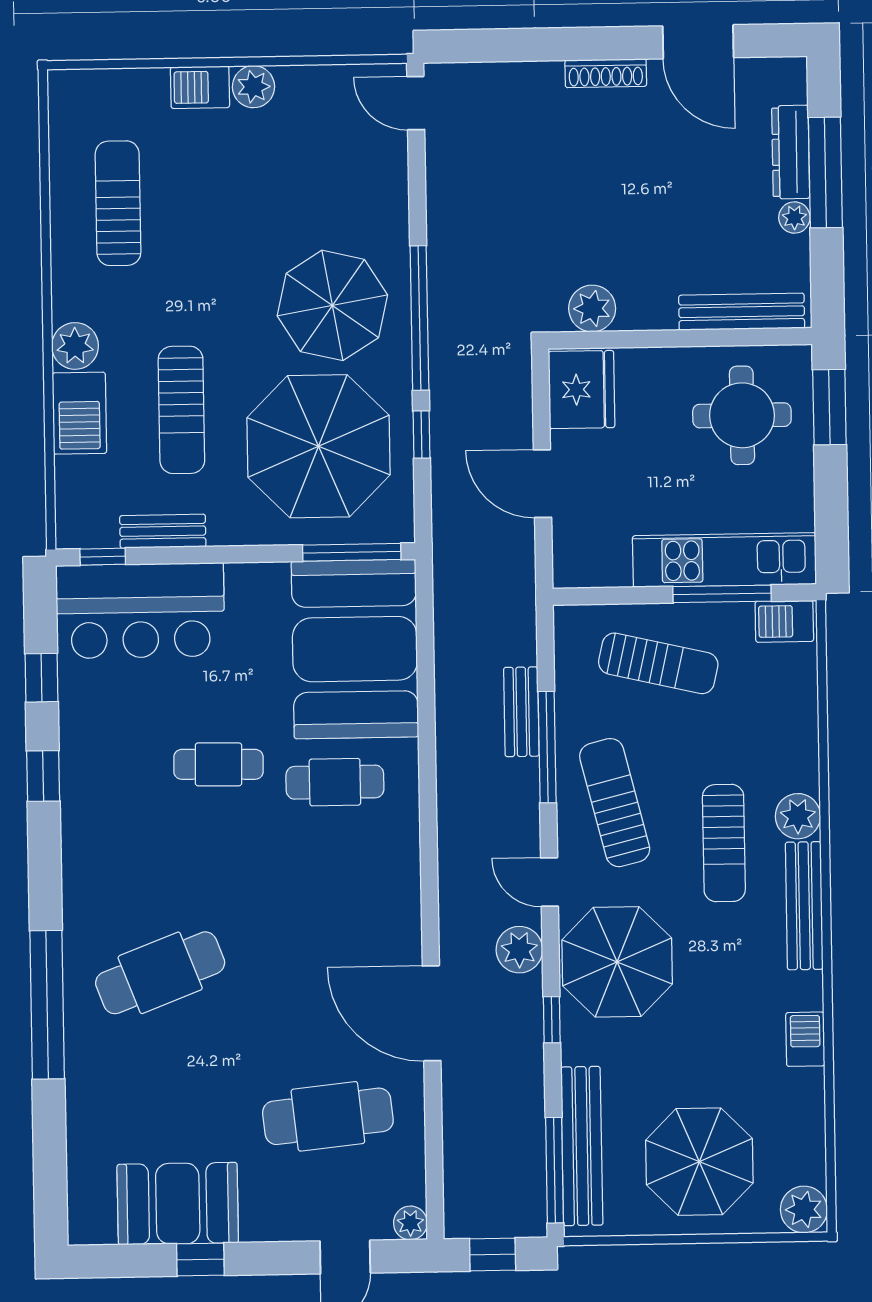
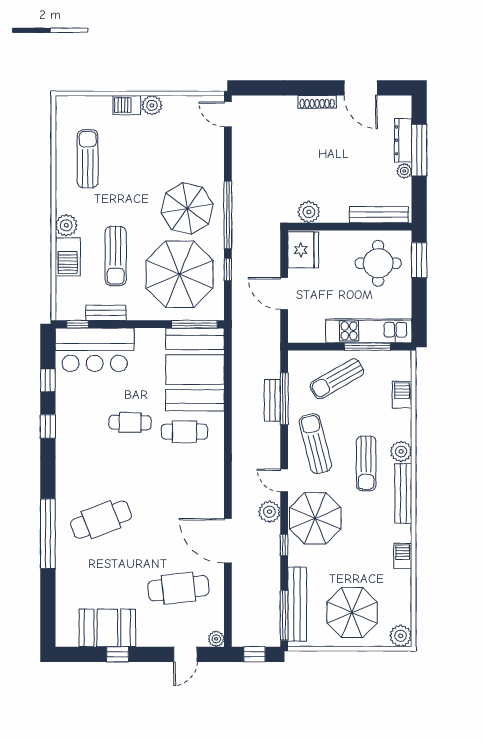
barbecue: (784, 621) -> (402, 395), moved, turned 90
sun lounger: (658, 663) -> (337, 379), turned 137
window: (547, 747) -> (284, 399), moved

